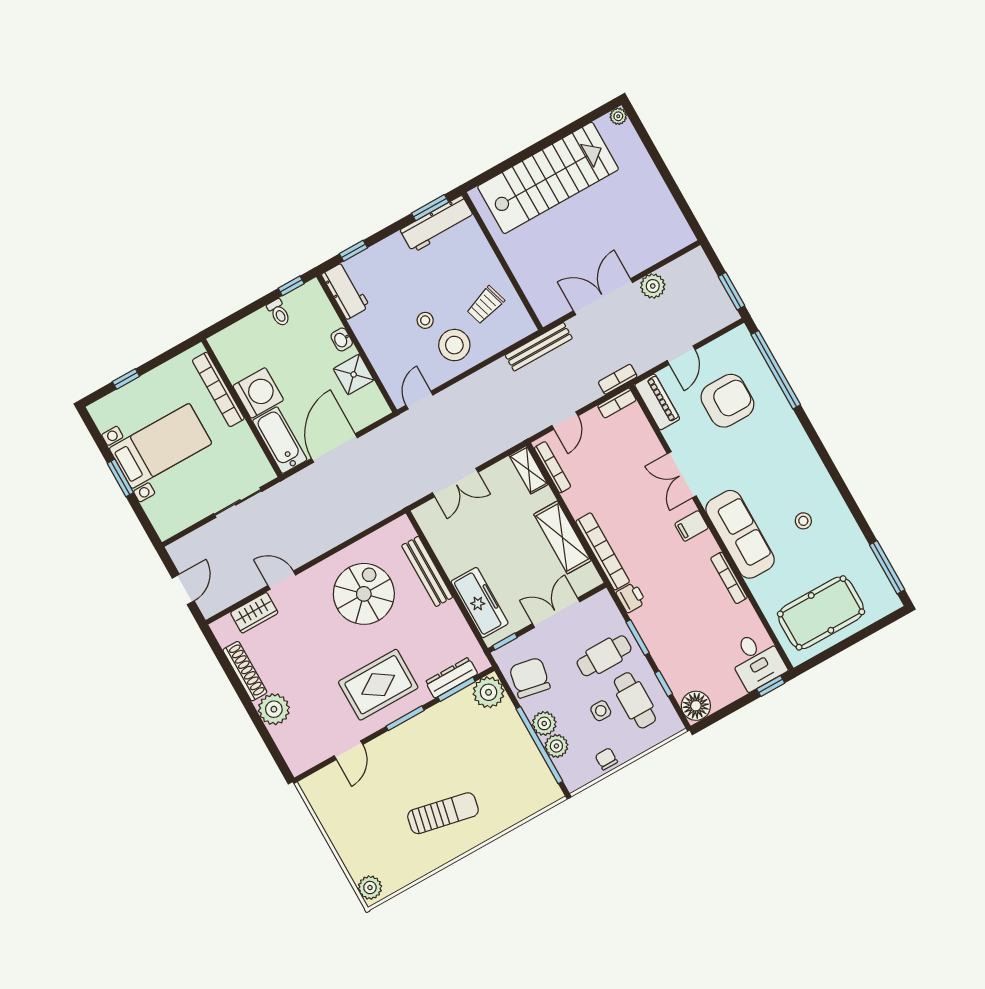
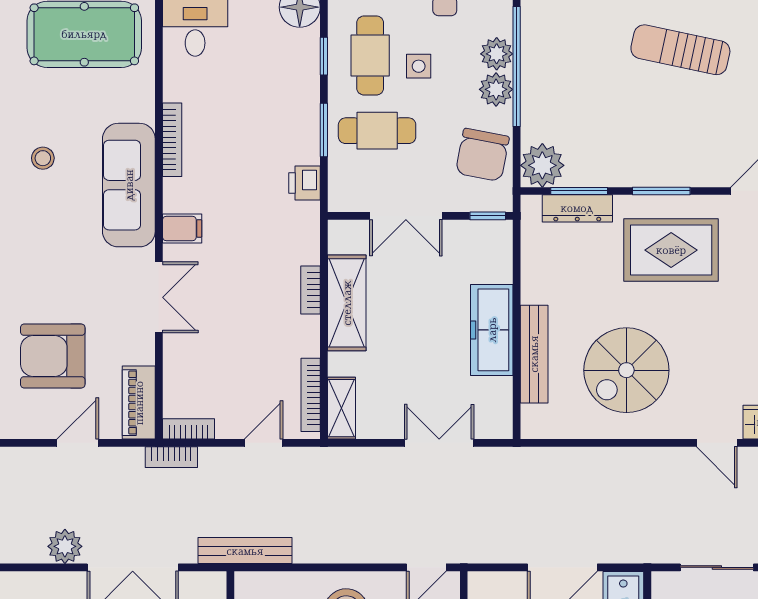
bookcase: (603, 551) -> (310, 290), width x0.43, depth x0.76
freezer: (480, 603) -> (492, 330), moved

